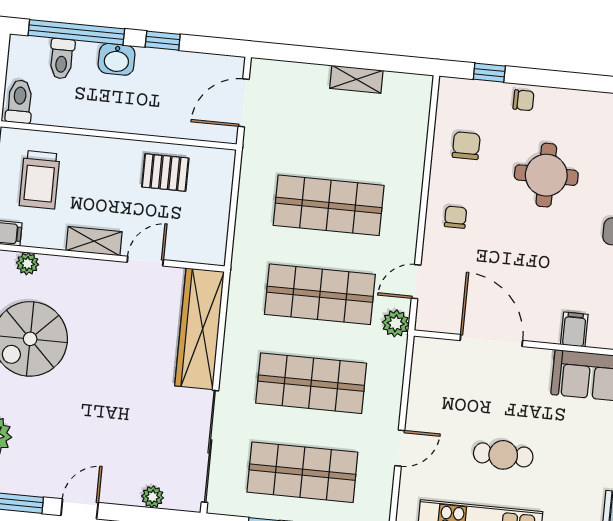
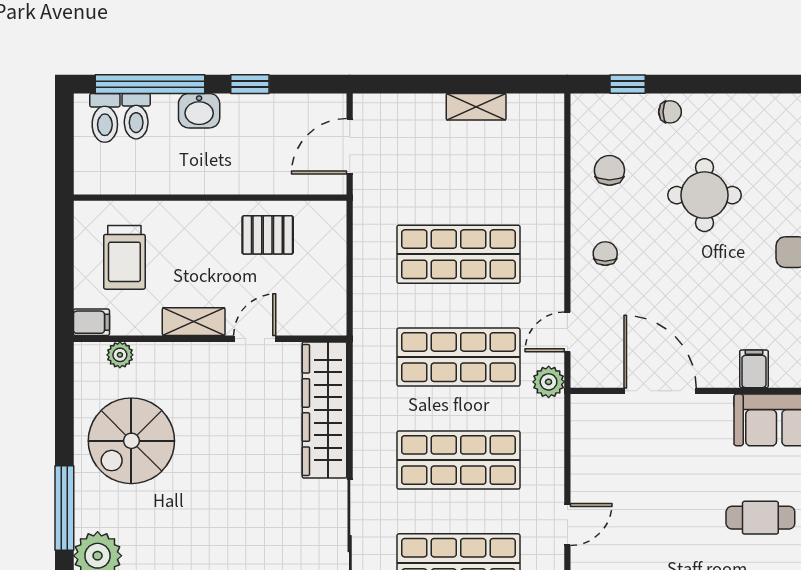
toilet: (20, 102) -> (105, 118), moved, turned 180
cafe table: (503, 455) -> (760, 518), moved

